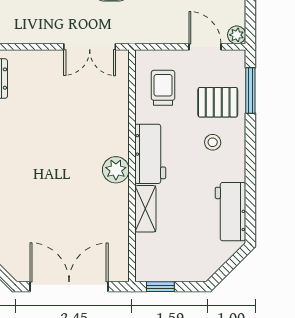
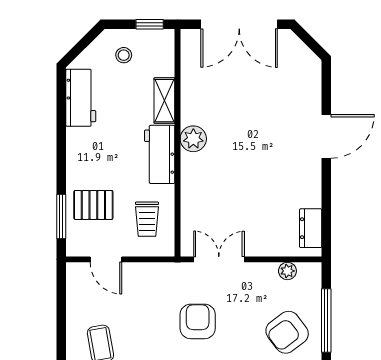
plant: (237, 35) -> (287, 271), moved
stool: (213, 142) -> (124, 55), moved

